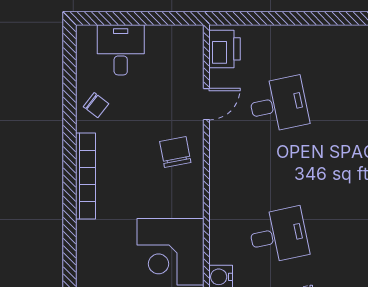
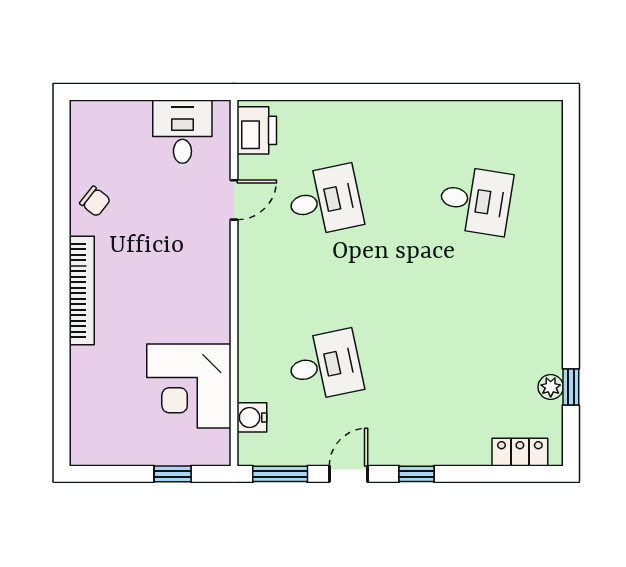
desk: (121, 50) -> (182, 132), moved
chair: (175, 152) -> (195, 260), removed

